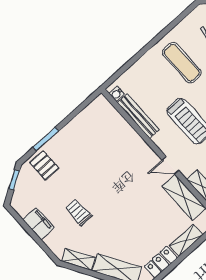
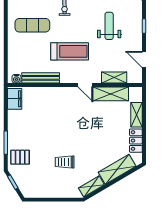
door: (170, 165) -> (85, 85), hinge flipped
filing cabinet: (38, 224) -> (15, 99), moved, turned 90

